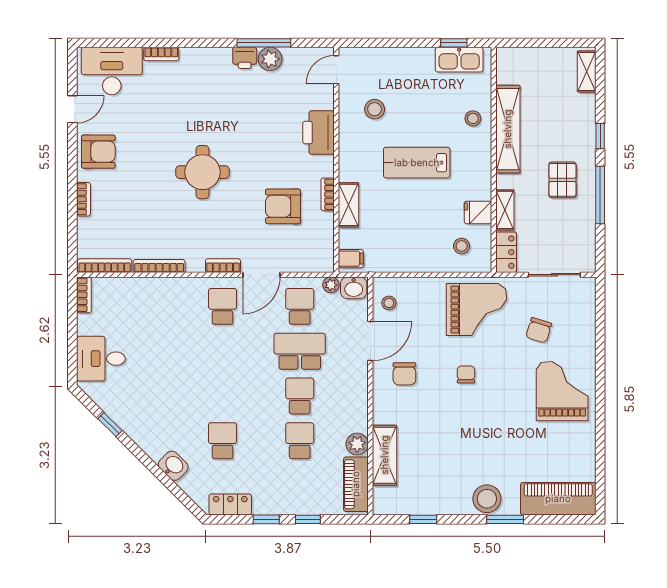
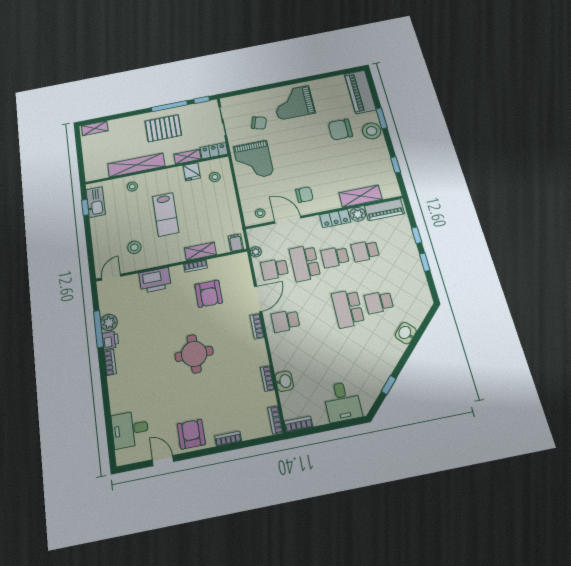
bookcase: (161, 54) -> (110, 363), moved
door: (336, 70) -> (111, 277), swing flipped
desk: (112, 71) -> (130, 429), width x0.73
window: (600, 136) -> (202, 100), moved
pallet: (562, 180) -> (163, 128), width x1.50, depth x1.42
bookcase: (105, 266) -> (275, 420), width x0.64
bookcase: (159, 266) -> (267, 379), width x0.64
door: (261, 275) -> (258, 299), hinge flipped
washbasin: (354, 288) -> (284, 381), moved
grand piano: (477, 310) -> (254, 160), turned 180
chair: (466, 375) -> (340, 129), moved, width x1.87, depth x1.87
school desk: (222, 396) -> (348, 309), added
locker: (230, 504) -> (335, 219), moved, turned -90

